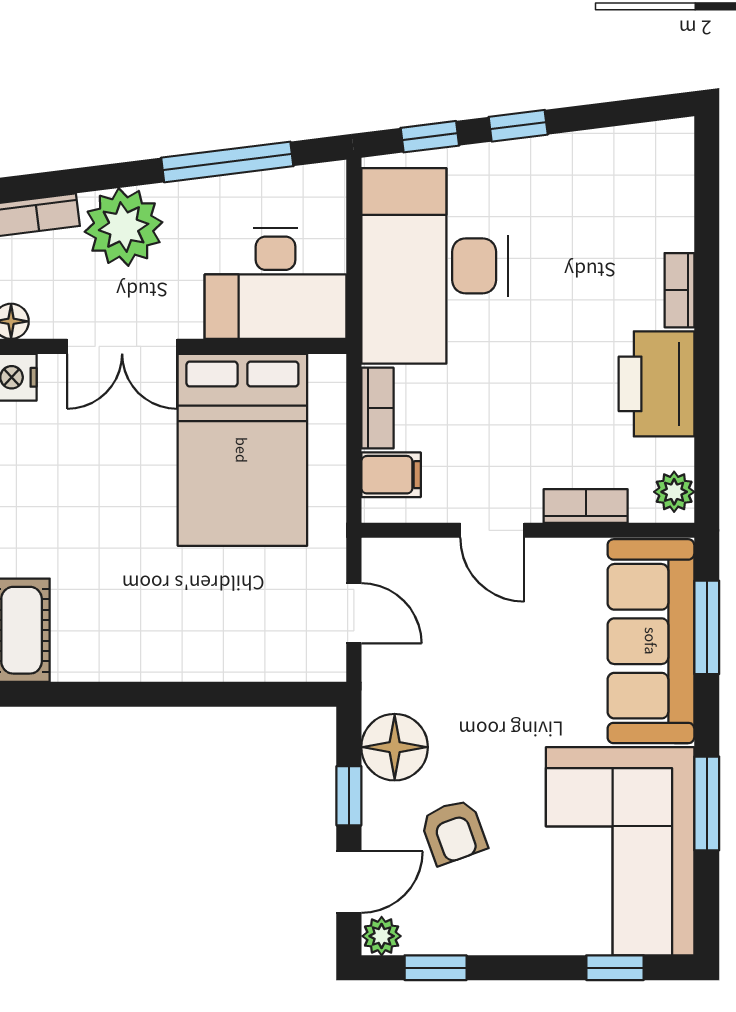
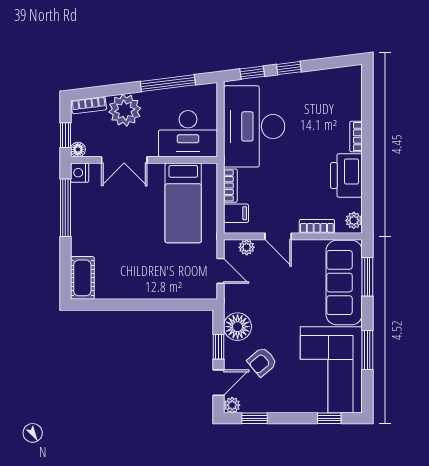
bed: (242, 450) -> (183, 203), width x0.67
plant: (416, 556) -> (247, 247), added
armchair: (454, 832) -> (262, 362), turned 70

